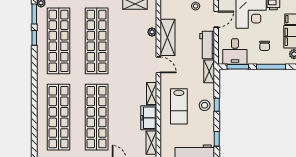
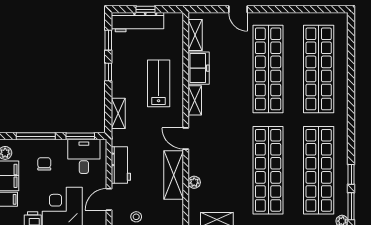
shelving: (209, 71) -> (118, 113), moved
stool: (205, 105) -> (124, 85), removed
window: (217, 105) -> (108, 72), moved

